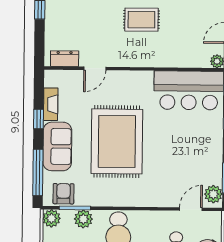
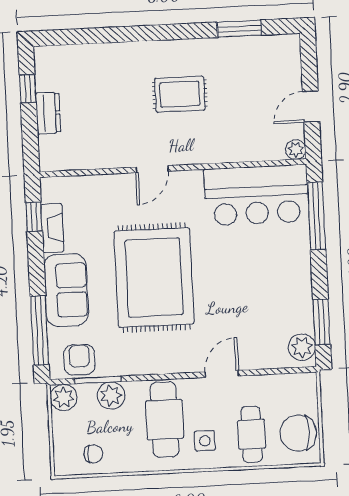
dresser: (65, 59) -> (48, 113), moved, turned 90
door: (95, 68) -> (152, 169), moved
window: (39, 119) -> (34, 217), moved
door: (191, 209) -> (222, 374), moved

